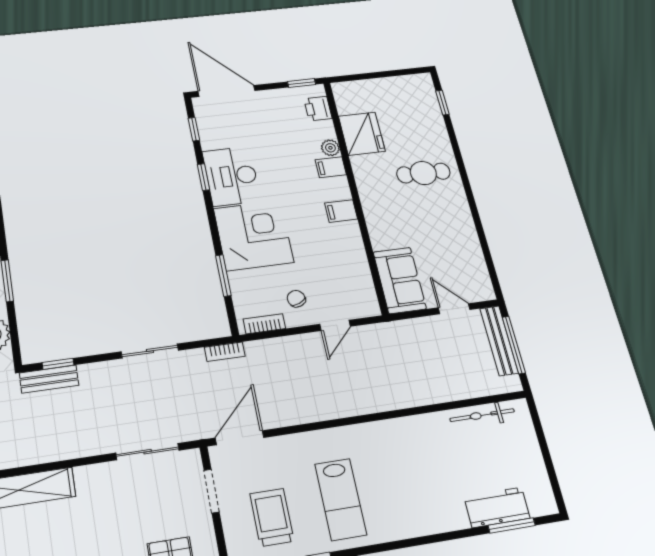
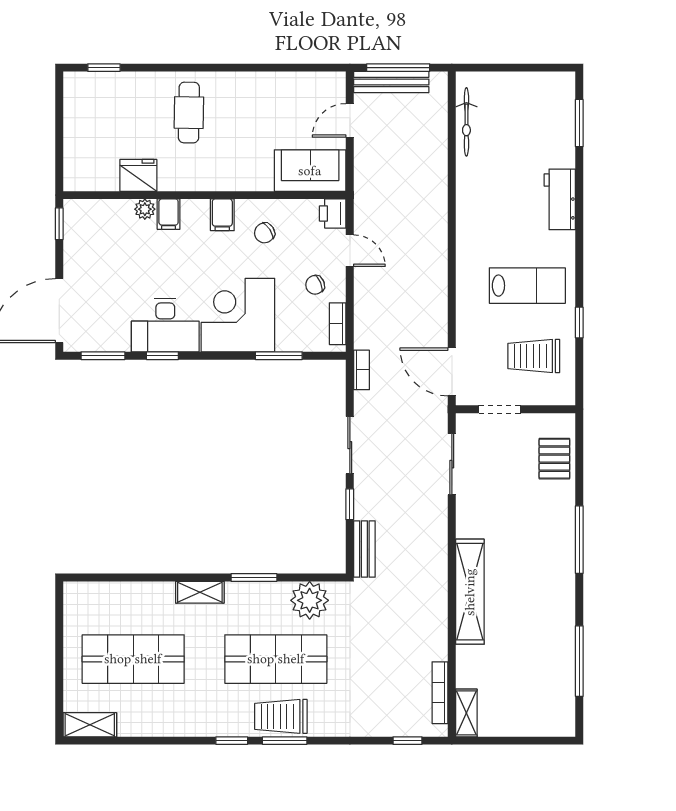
printer: (318, 109) -> (333, 214), moved, turned 90
window: (194, 129) -> (103, 356), width x1.50
fridge: (362, 134) -> (138, 175), width x0.73, depth x0.75
chair: (334, 249) -> (265, 233), added
window: (58, 364) -> (350, 504), moved
workbench: (497, 507) -> (560, 199), moved

